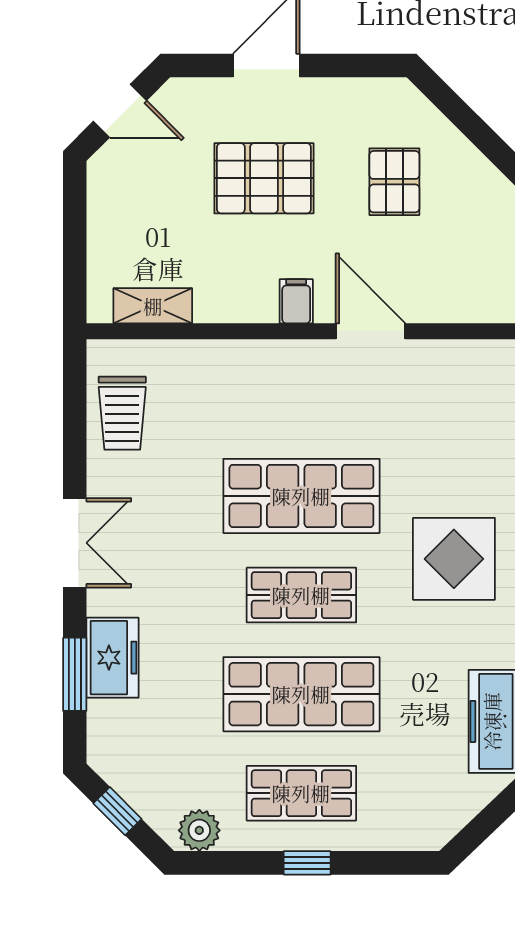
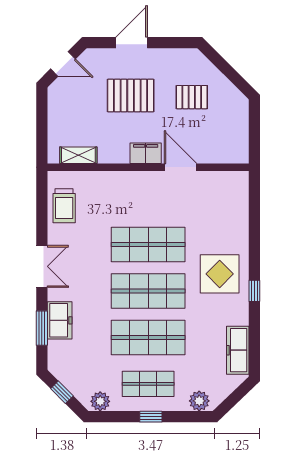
pallet: (394, 182) -> (192, 97), turned 90
filing cabinet: (296, 301) -> (146, 153), width x2.00
shop shelf: (301, 595) -> (148, 291), width x1.43, depth x1.36
plant: (410, 829) -> (199, 401), added

